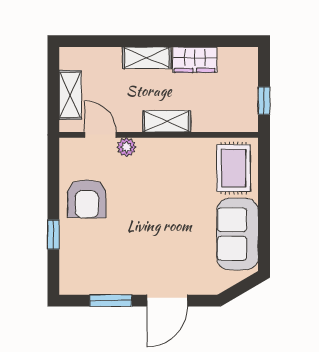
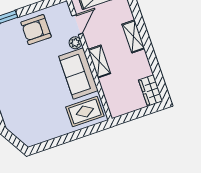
wardrobe: (195, 60) -> (151, 91), moved
window: (264, 101) -> (132, 116), removed
sofa: (238, 234) -> (78, 73), moved, turned -90

